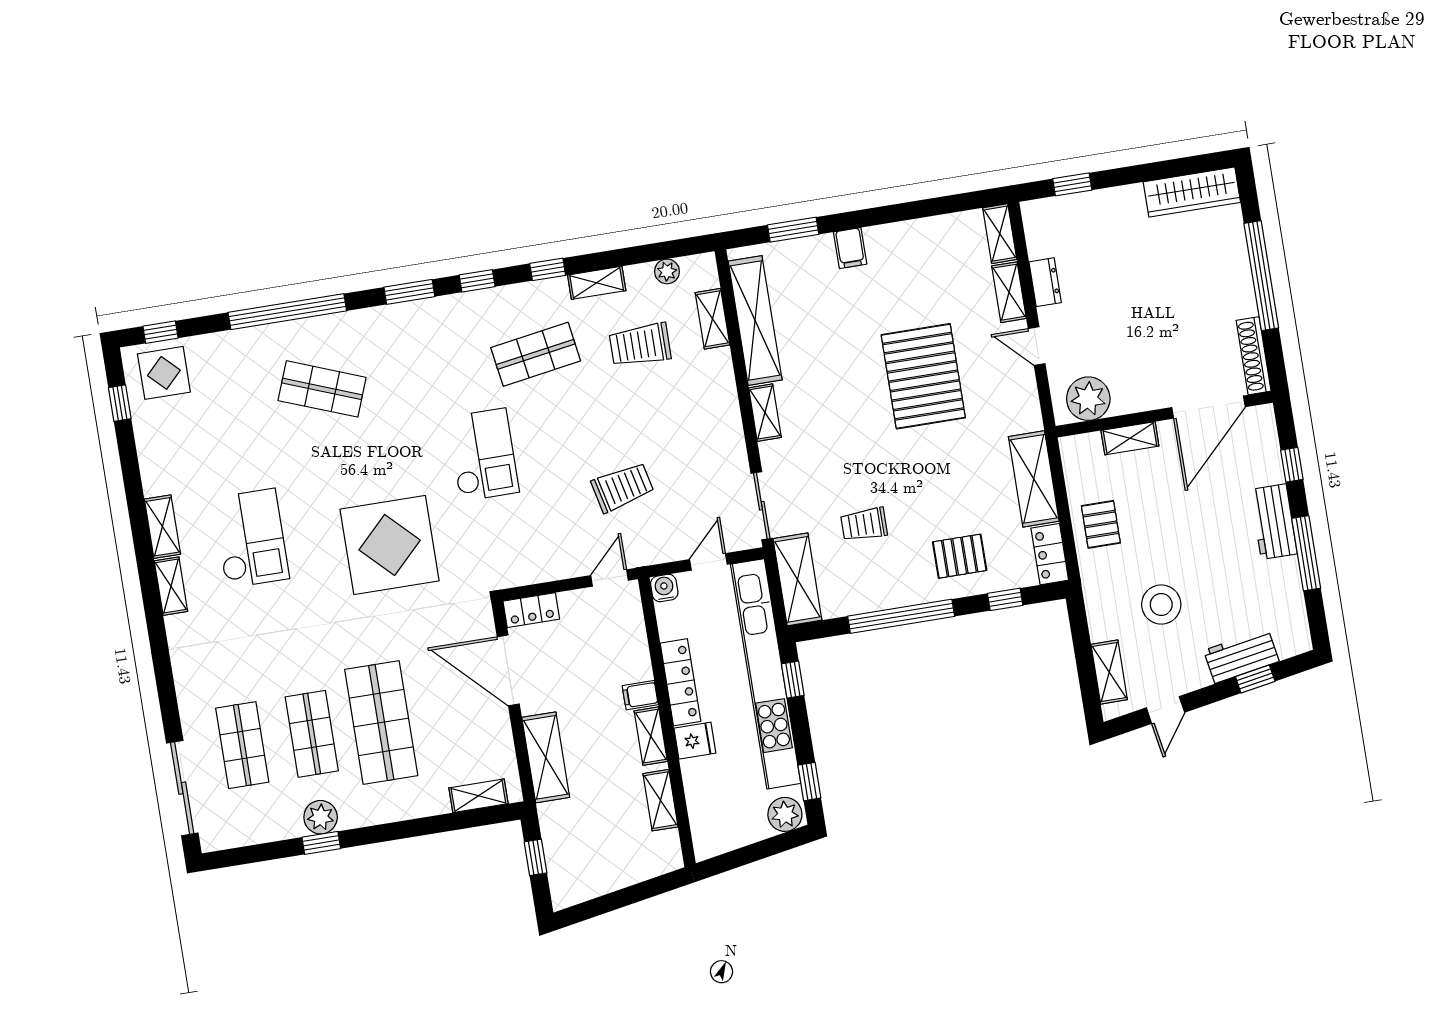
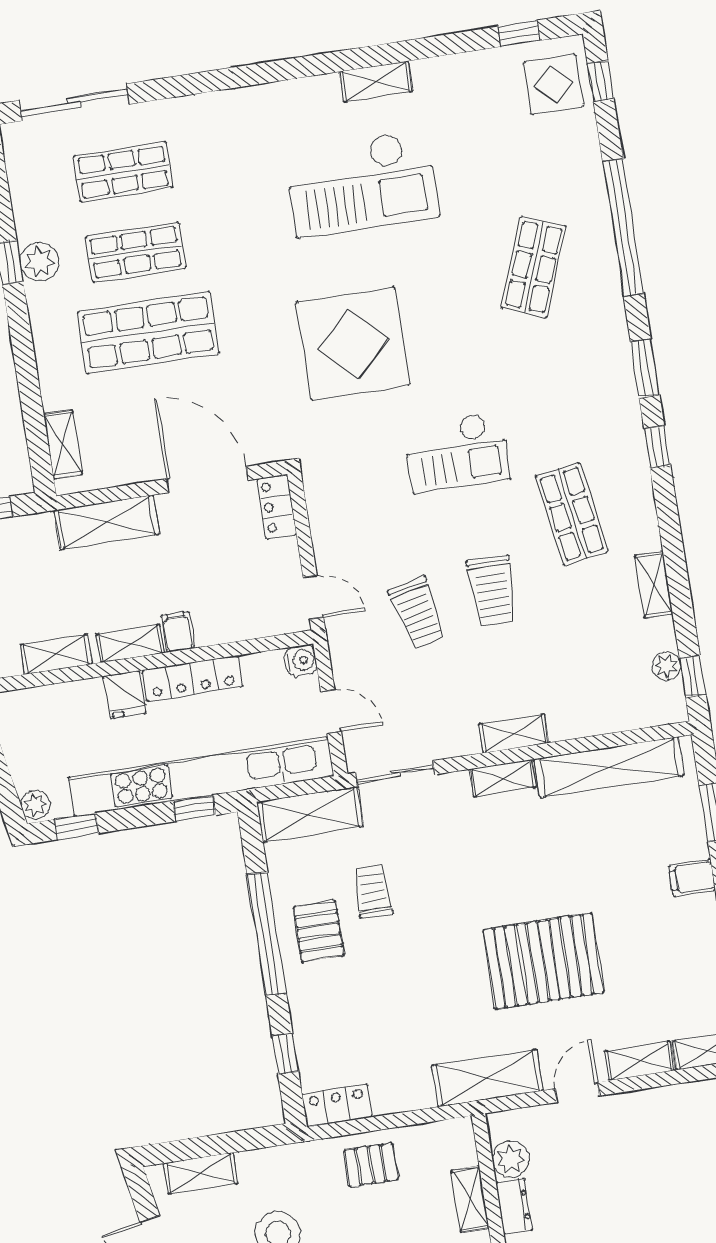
window: (548, 269) -> (693, 677), moved
dresser: (1045, 282) -> (514, 1206), moved, turned -90
shelving: (712, 319) -> (514, 733), moved
trolley: (640, 345) -> (492, 591), moved, turned 180
plant: (1088, 399) -> (511, 1159), width x0.73, depth x0.73
shelving: (1034, 479) -> (487, 1078), moved
checkout: (251, 538) -> (362, 183), width x1.36, depth x1.21
pallet: (960, 556) -> (319, 931), moved
shelving: (171, 586) -> (307, 91), removed
door: (508, 670) -> (207, 480), hinge flipped
plant: (785, 814) -> (35, 805), width x0.73, depth x0.73

